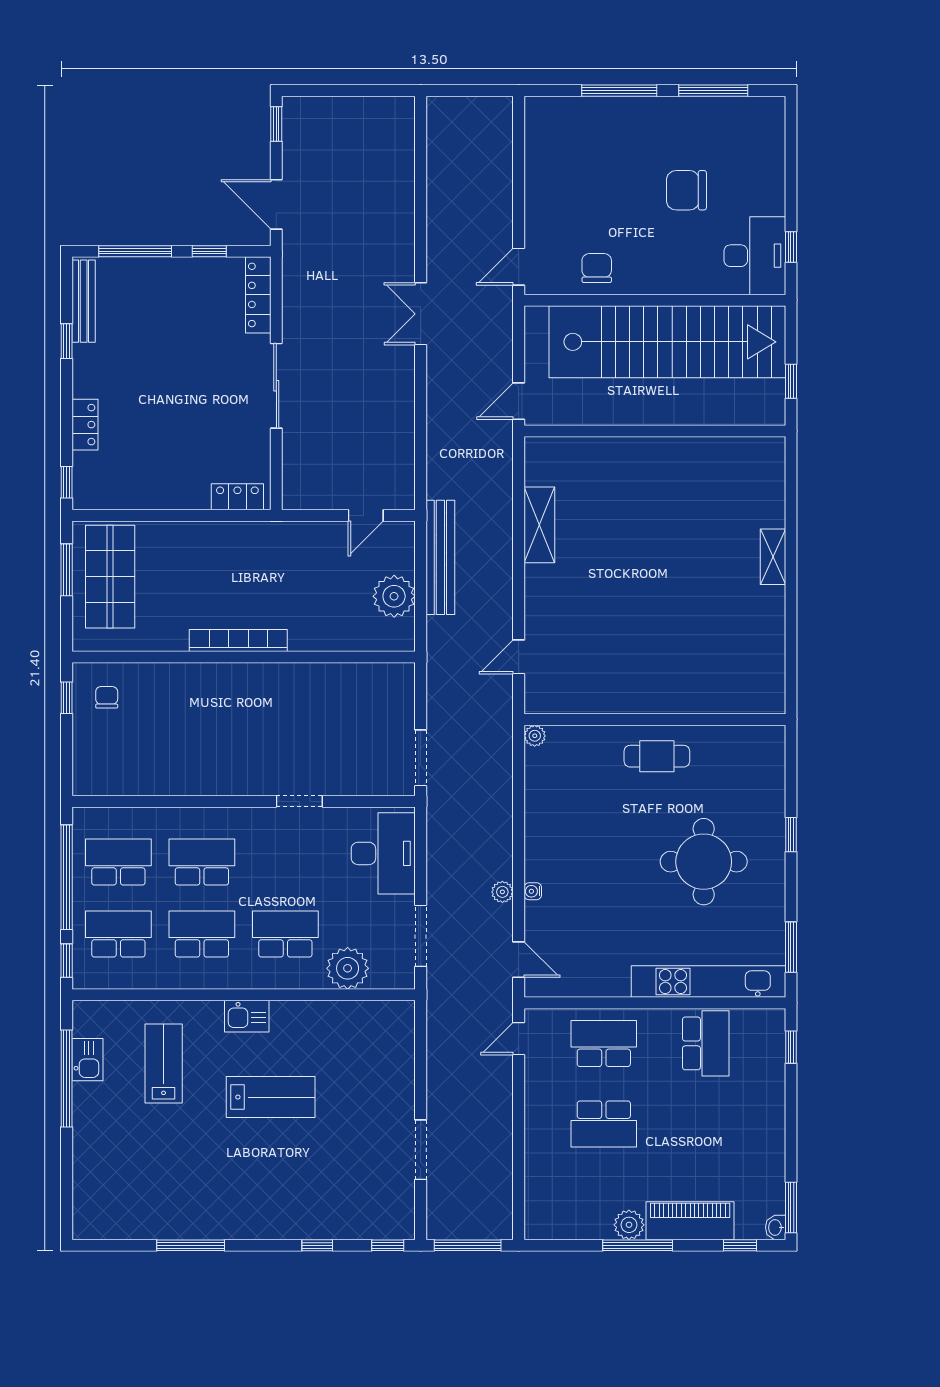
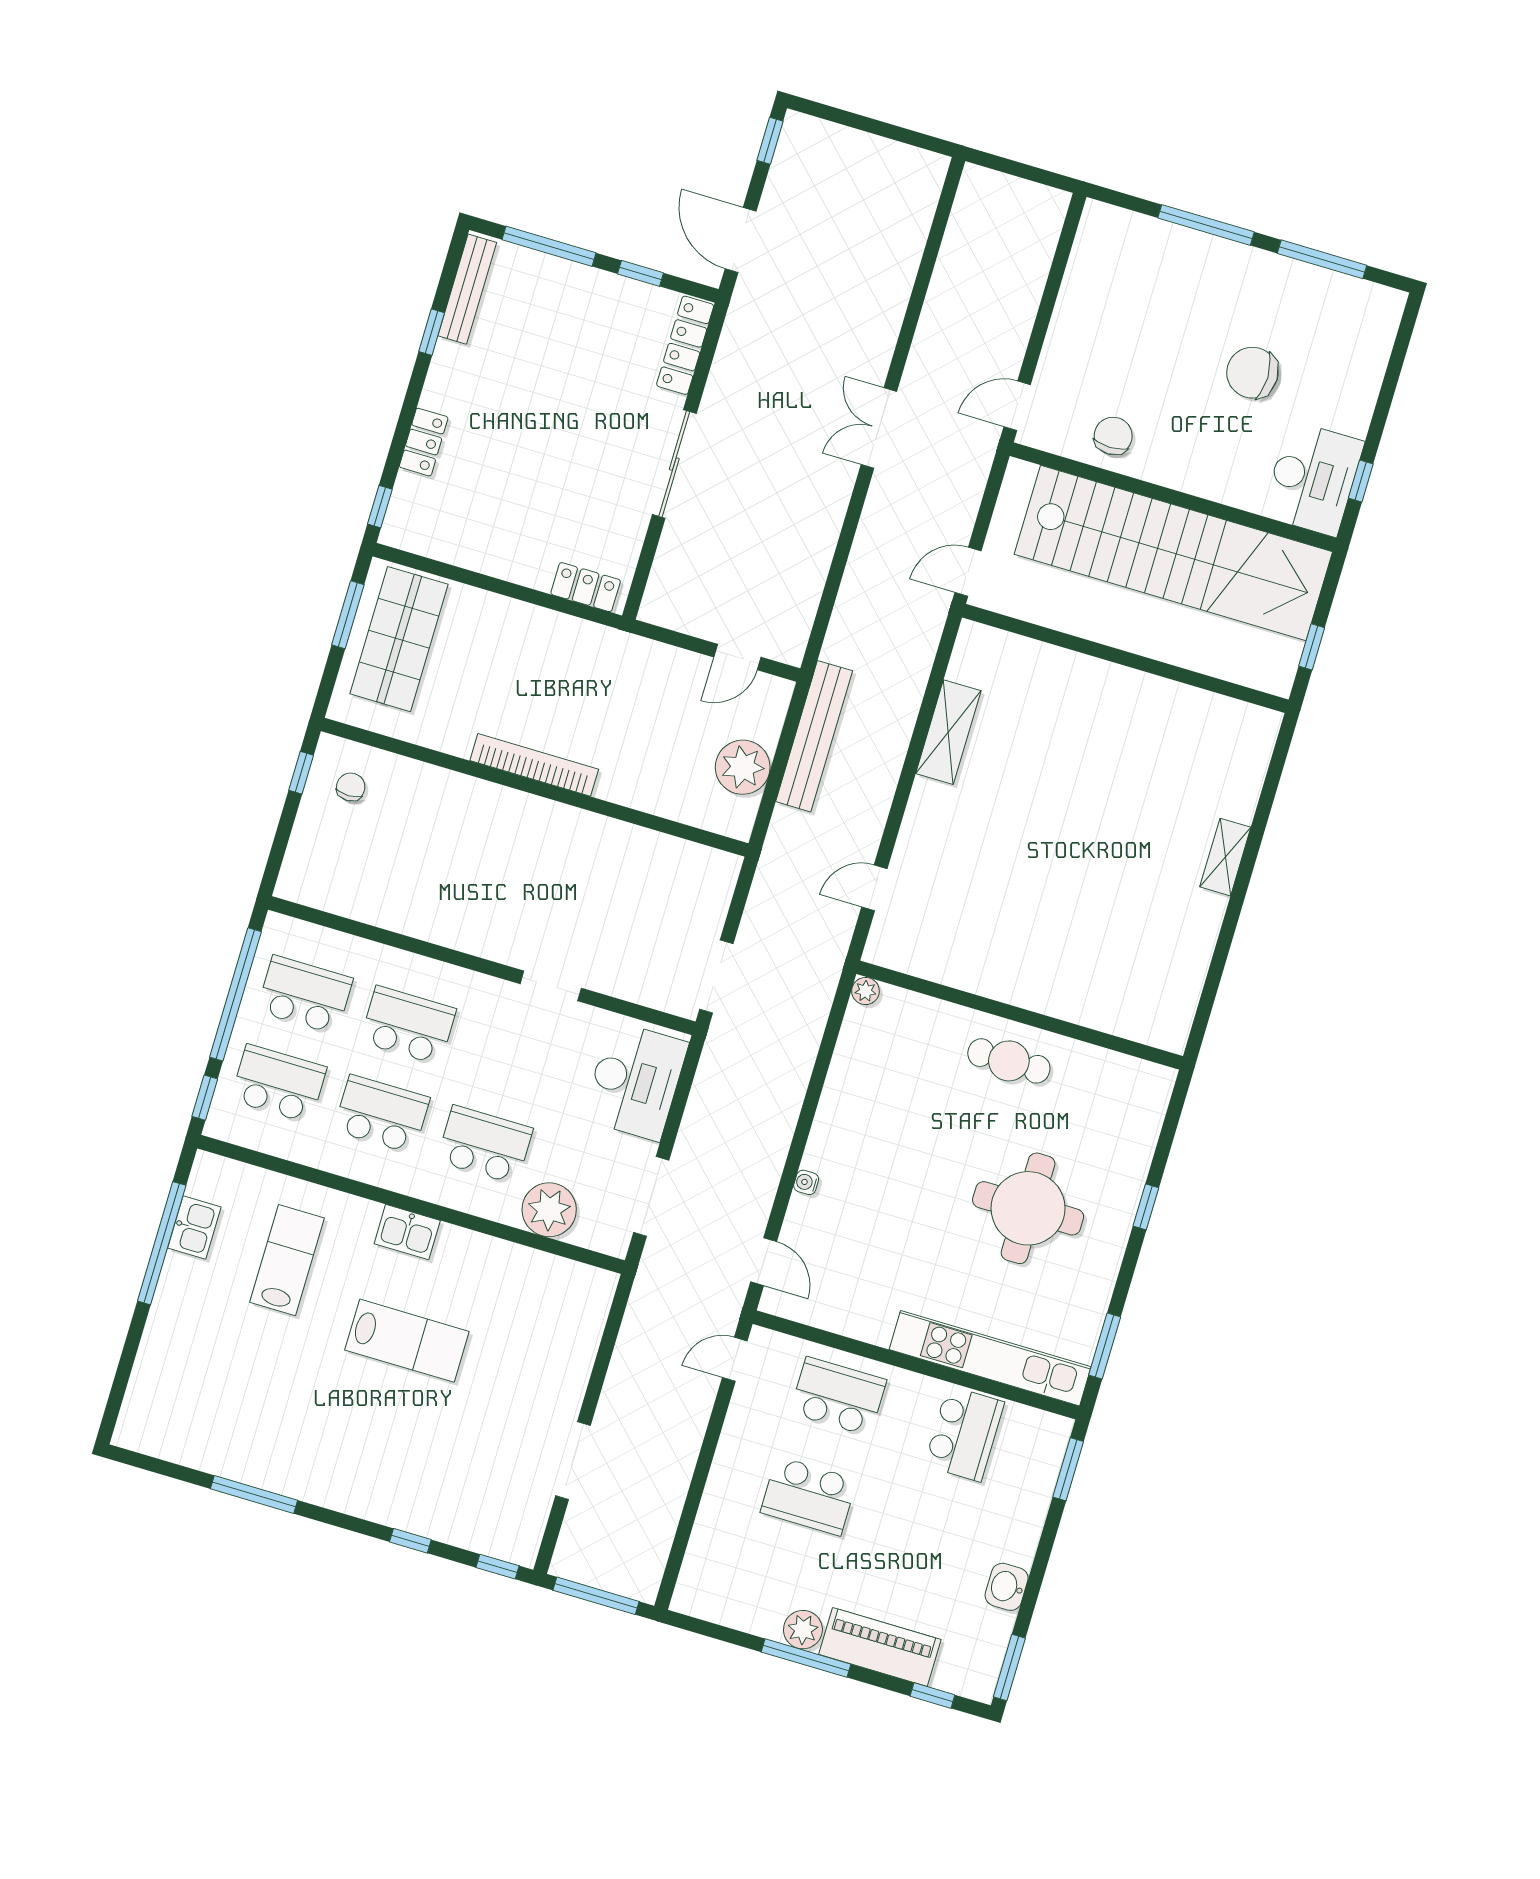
plant: (502, 892) -> (768, 1172), removed
window: (791, 1047) -> (1068, 1469), width x1.50
washbasin: (776, 1227) -> (1007, 1587), moved, width x1.38, depth x1.45

